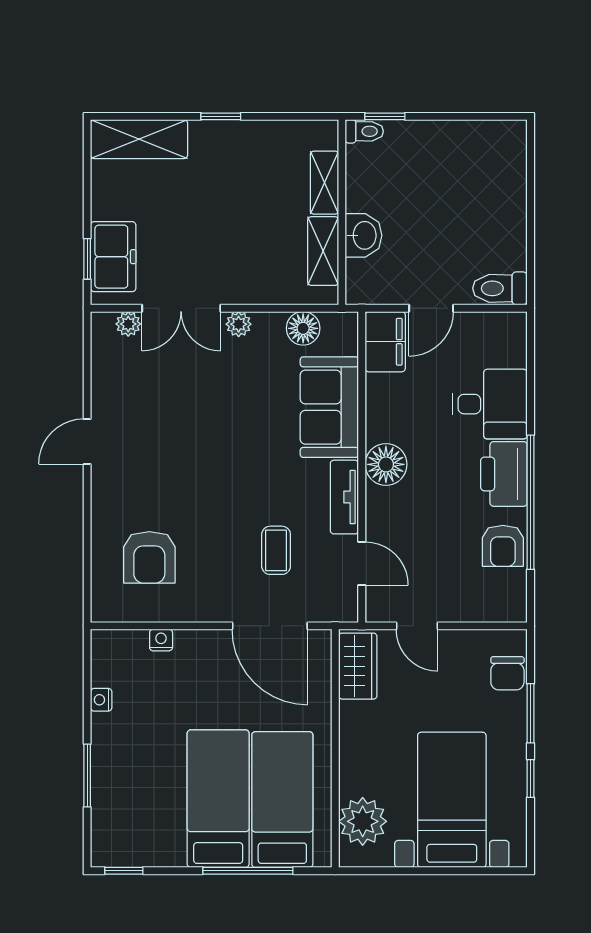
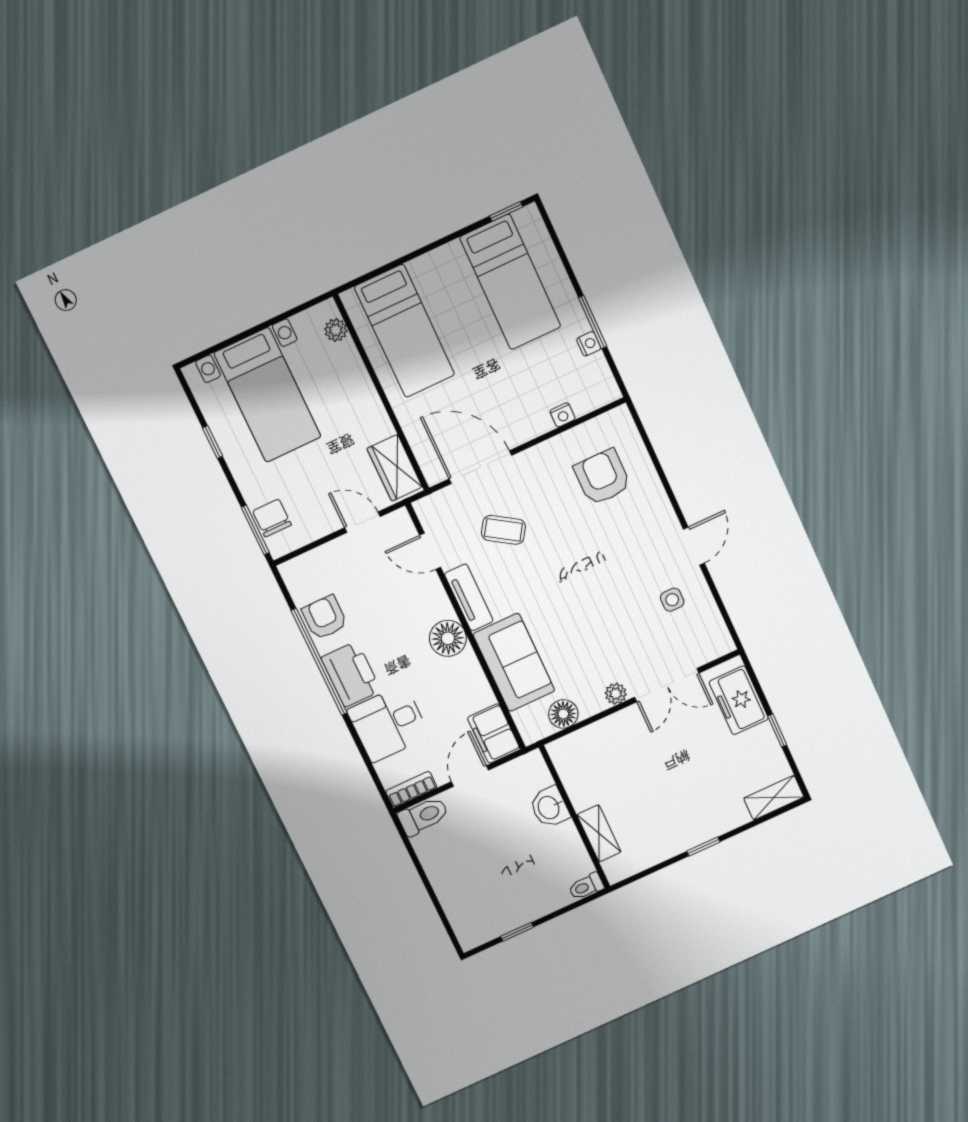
window: (385, 116) -> (517, 932), moved
shelving: (139, 139) -> (774, 798), width x0.67, depth x0.75
shelving: (323, 251) -> (575, 781), removed
window: (87, 259) -> (777, 730), moved
double door: (181, 308) -> (667, 685), swing flipped
bookcase: (499, 323) -> (411, 789), added
plant: (128, 324) -> (703, 654), removed
side table: (135, 396) -> (672, 600), added
coffee table: (276, 550) -> (503, 530), turned -57
window: (531, 713) -> (255, 530), moved
window: (87, 776) -> (593, 322), moved
bed: (218, 799) -> (510, 282), moved
plant: (363, 821) -> (336, 330), width x0.53, depth x0.53
window: (248, 871) -> (405, 259), removed

